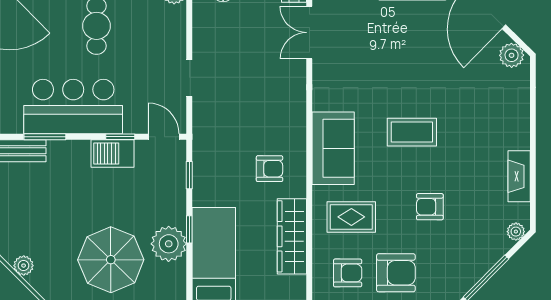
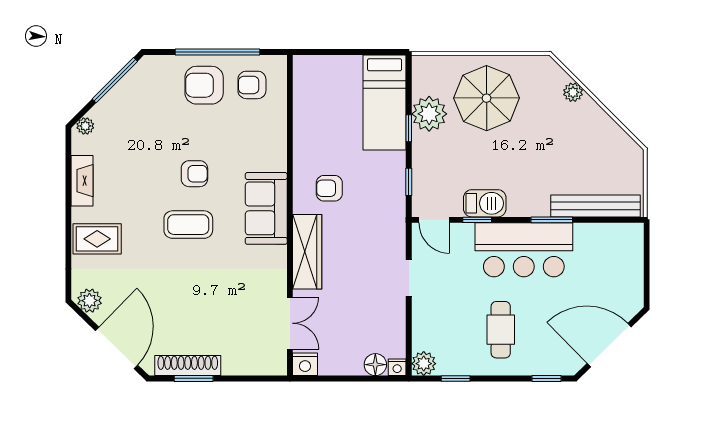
armchair: (430, 207) -> (194, 174), moved
rug: (351, 217) -> (97, 239), moved
wardrobe: (292, 236) -> (307, 252), moved

